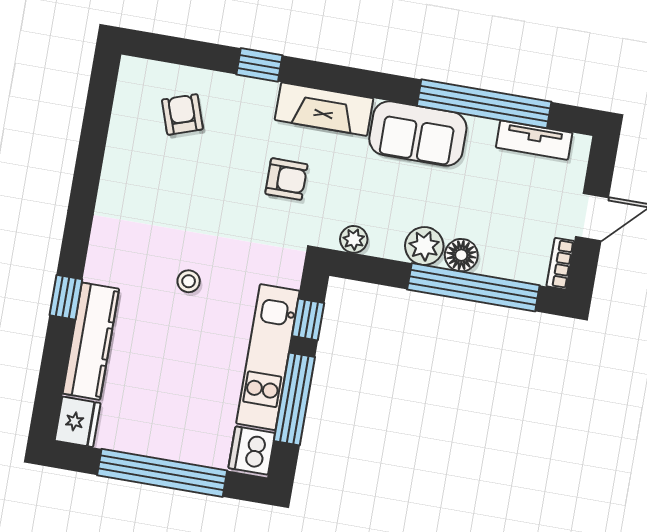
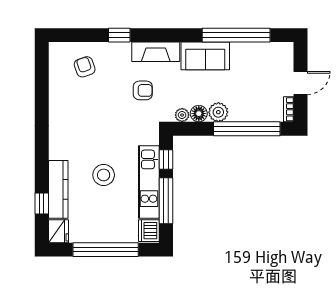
tv unit: (534, 140) -> (265, 49), removed
floor lamp: (461, 255) -> (199, 114), moved
stool: (189, 281) -> (104, 175), moved, width x1.89, depth x1.89
window: (66, 297) -> (42, 204), moved

